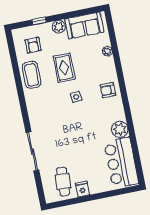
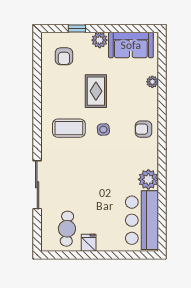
coffee table: (32, 75) -> (69, 128), moved, turned 90

